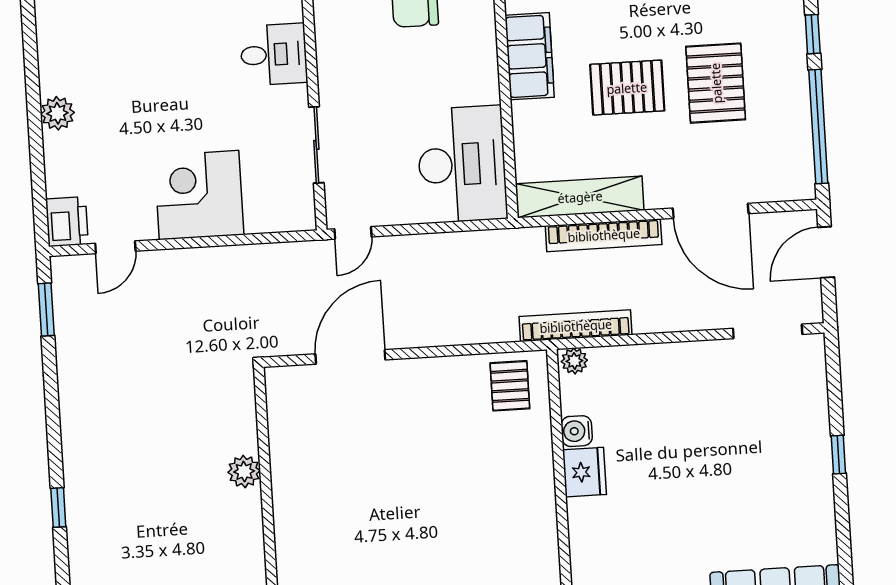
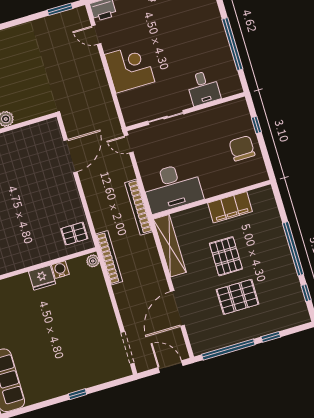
bookcase: (604, 235) -> (139, 207), moved
door: (350, 357) -> (71, 156), hinge flipped

